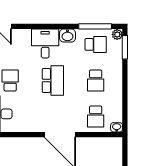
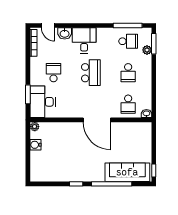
plant: (117, 34) -> (147, 50), moved
washbasin: (67, 36) -> (65, 33), moved

